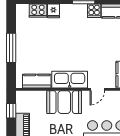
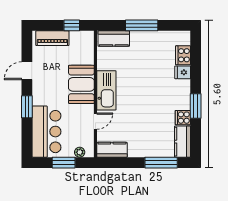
kitchen counter: (37, 81) -> (114, 39), moved, turned 90
door: (97, 89) -> (96, 121), swing flipped

